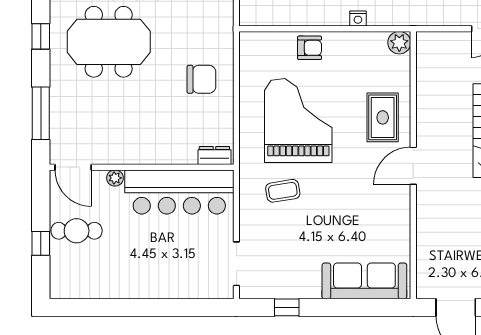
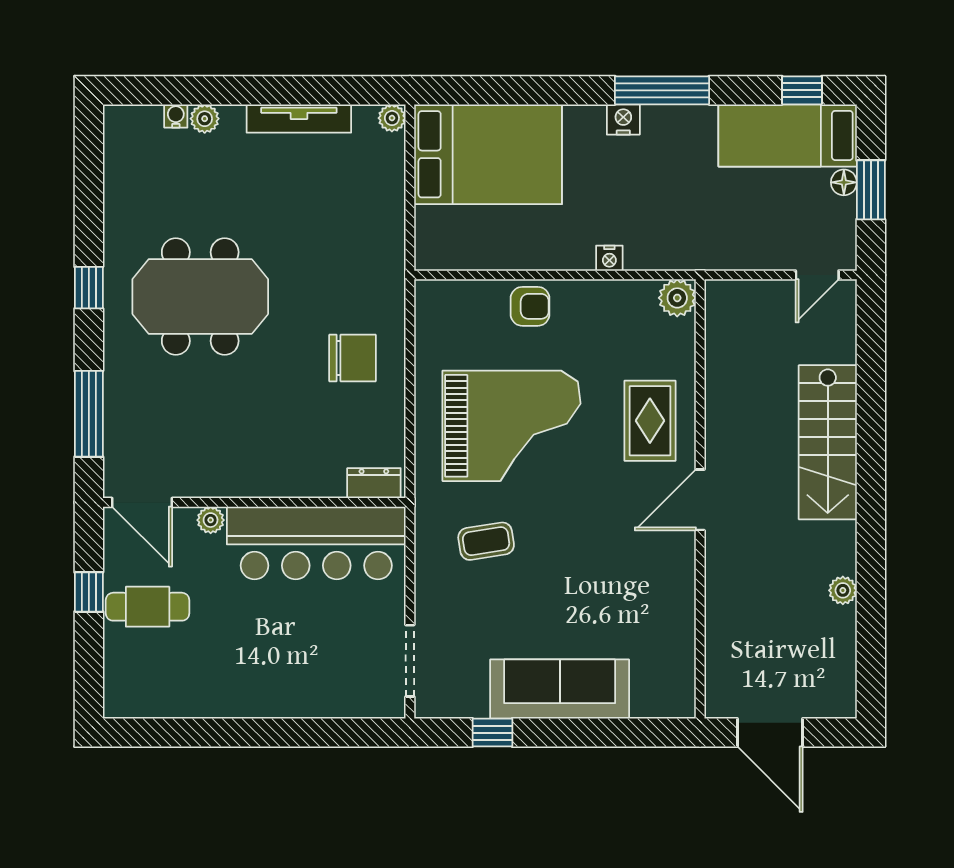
grand piano: (298, 121) -> (511, 426), turned 90
window: (41, 243) -> (89, 592), moved
sofa: (364, 281) -> (560, 689), moved

